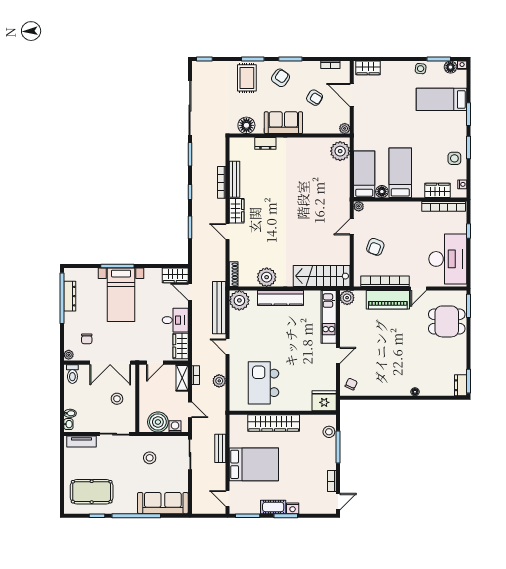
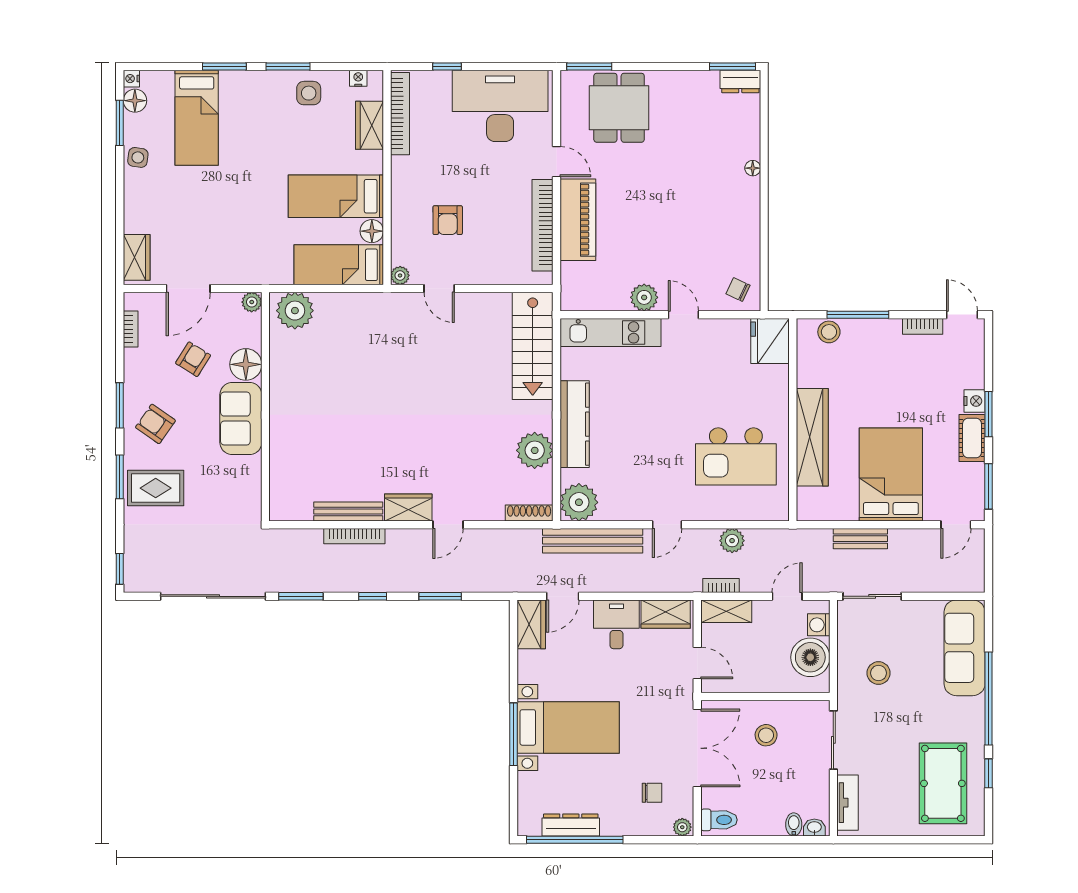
floor lamp: (246, 125) -> (246, 364), moved
dresser: (265, 143) -> (280, 453), removed
armchair: (375, 247) -> (448, 220), moved, turned 69
plant: (347, 298) -> (644, 297), moved

